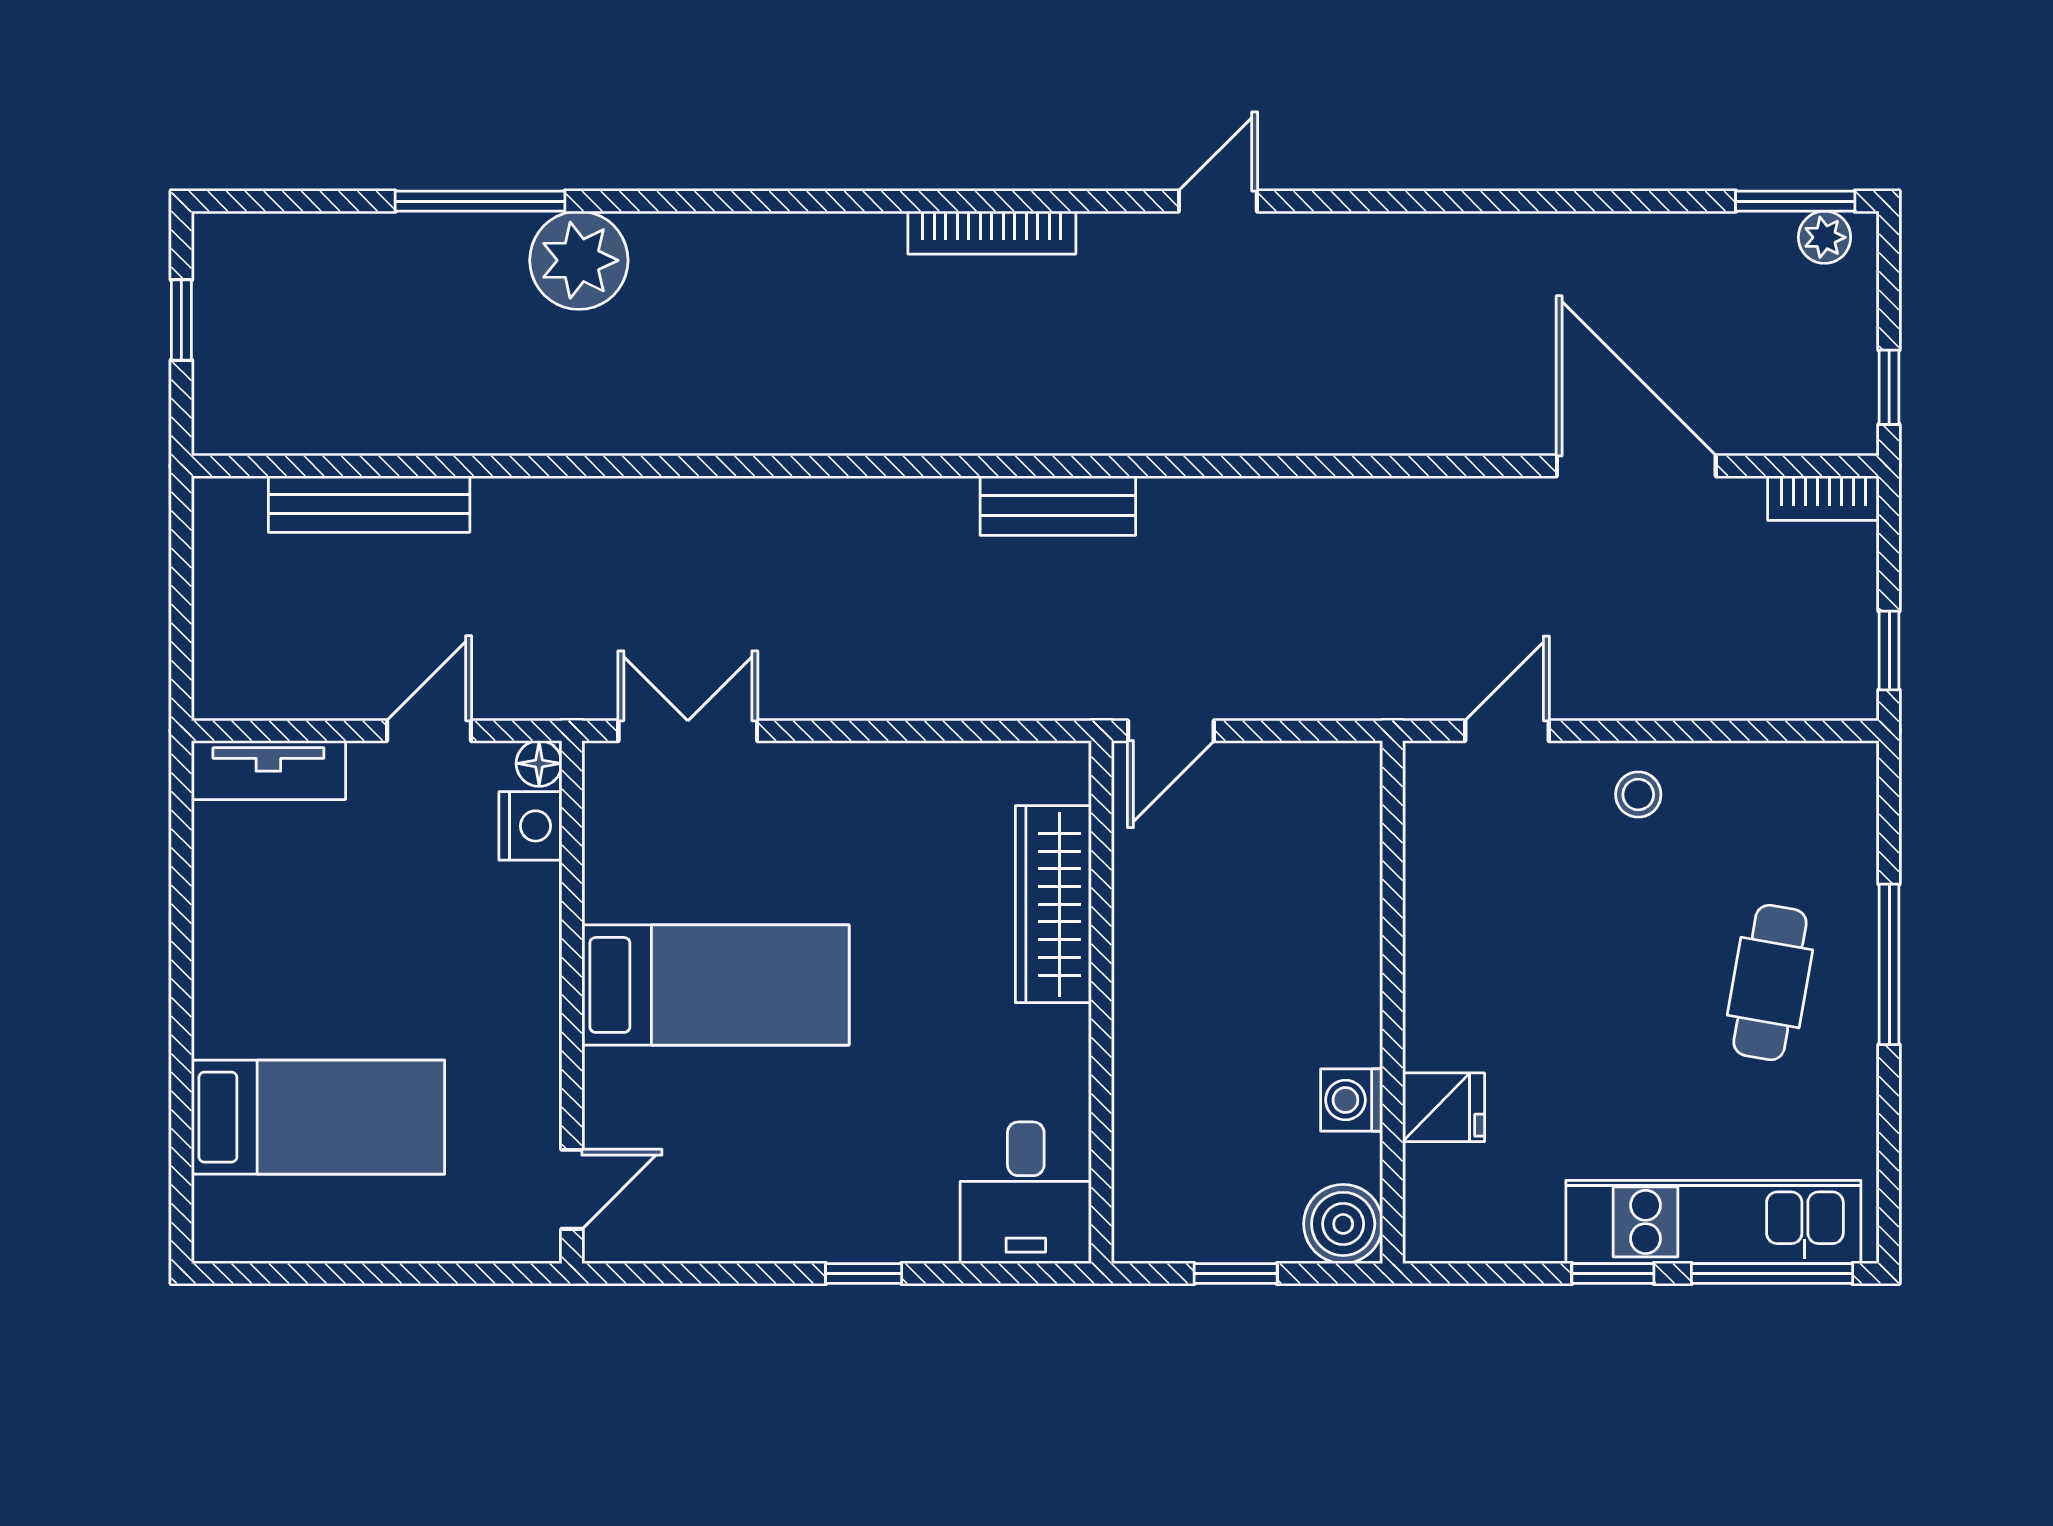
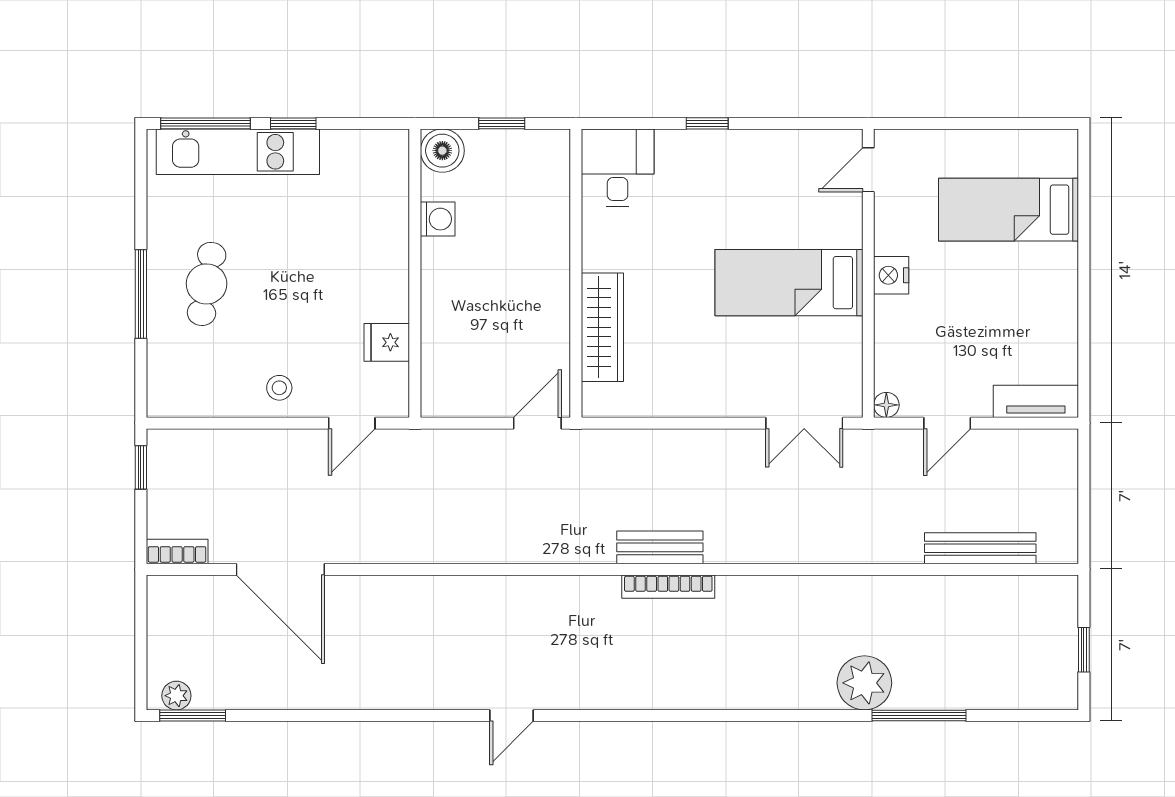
bookcase: (992, 233) -> (668, 587), moved, turned 180
window: (1889, 387) -> (141, 613), removed
bench: (1058, 506) -> (660, 547), moved
nightstand: (530, 826) -> (891, 275), moved
fridge: (1444, 1107) -> (387, 342), moved

